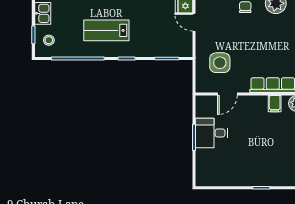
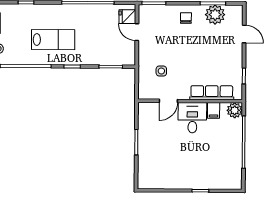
lab bench: (106, 30) -> (53, 40), turned 180
side table: (220, 63) -> (161, 71), width x0.54, depth x0.54
desk: (211, 133) -> (192, 118), moved, turned 90

